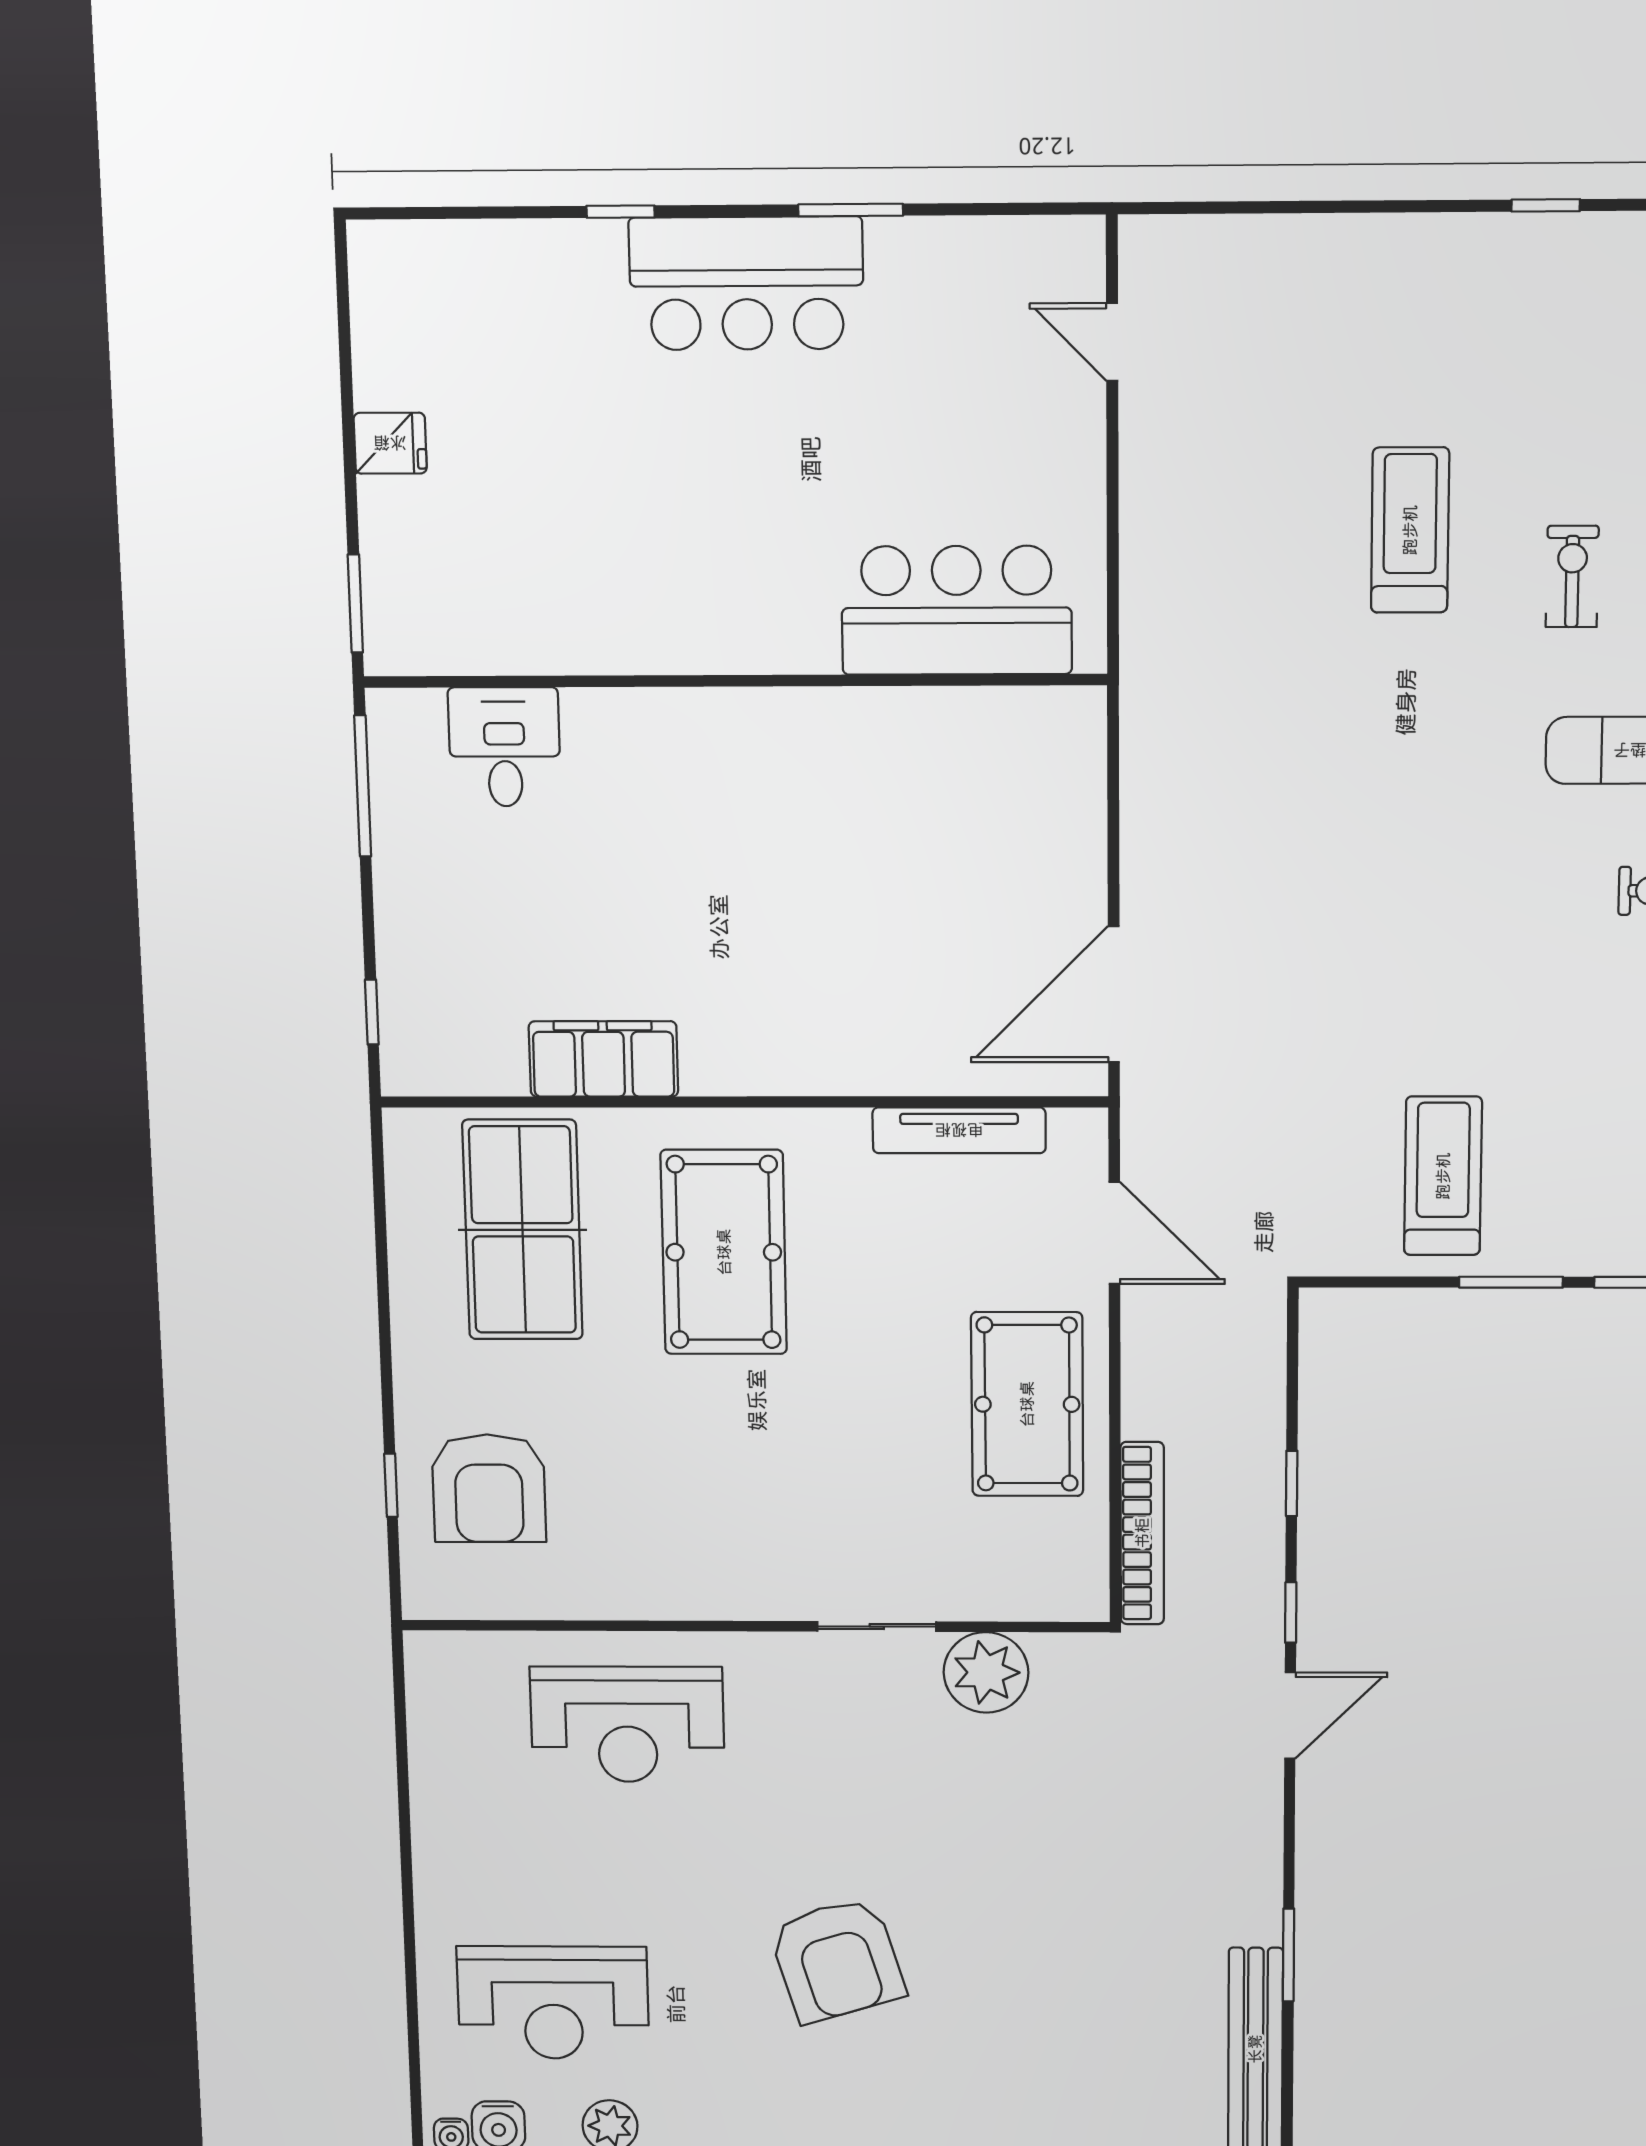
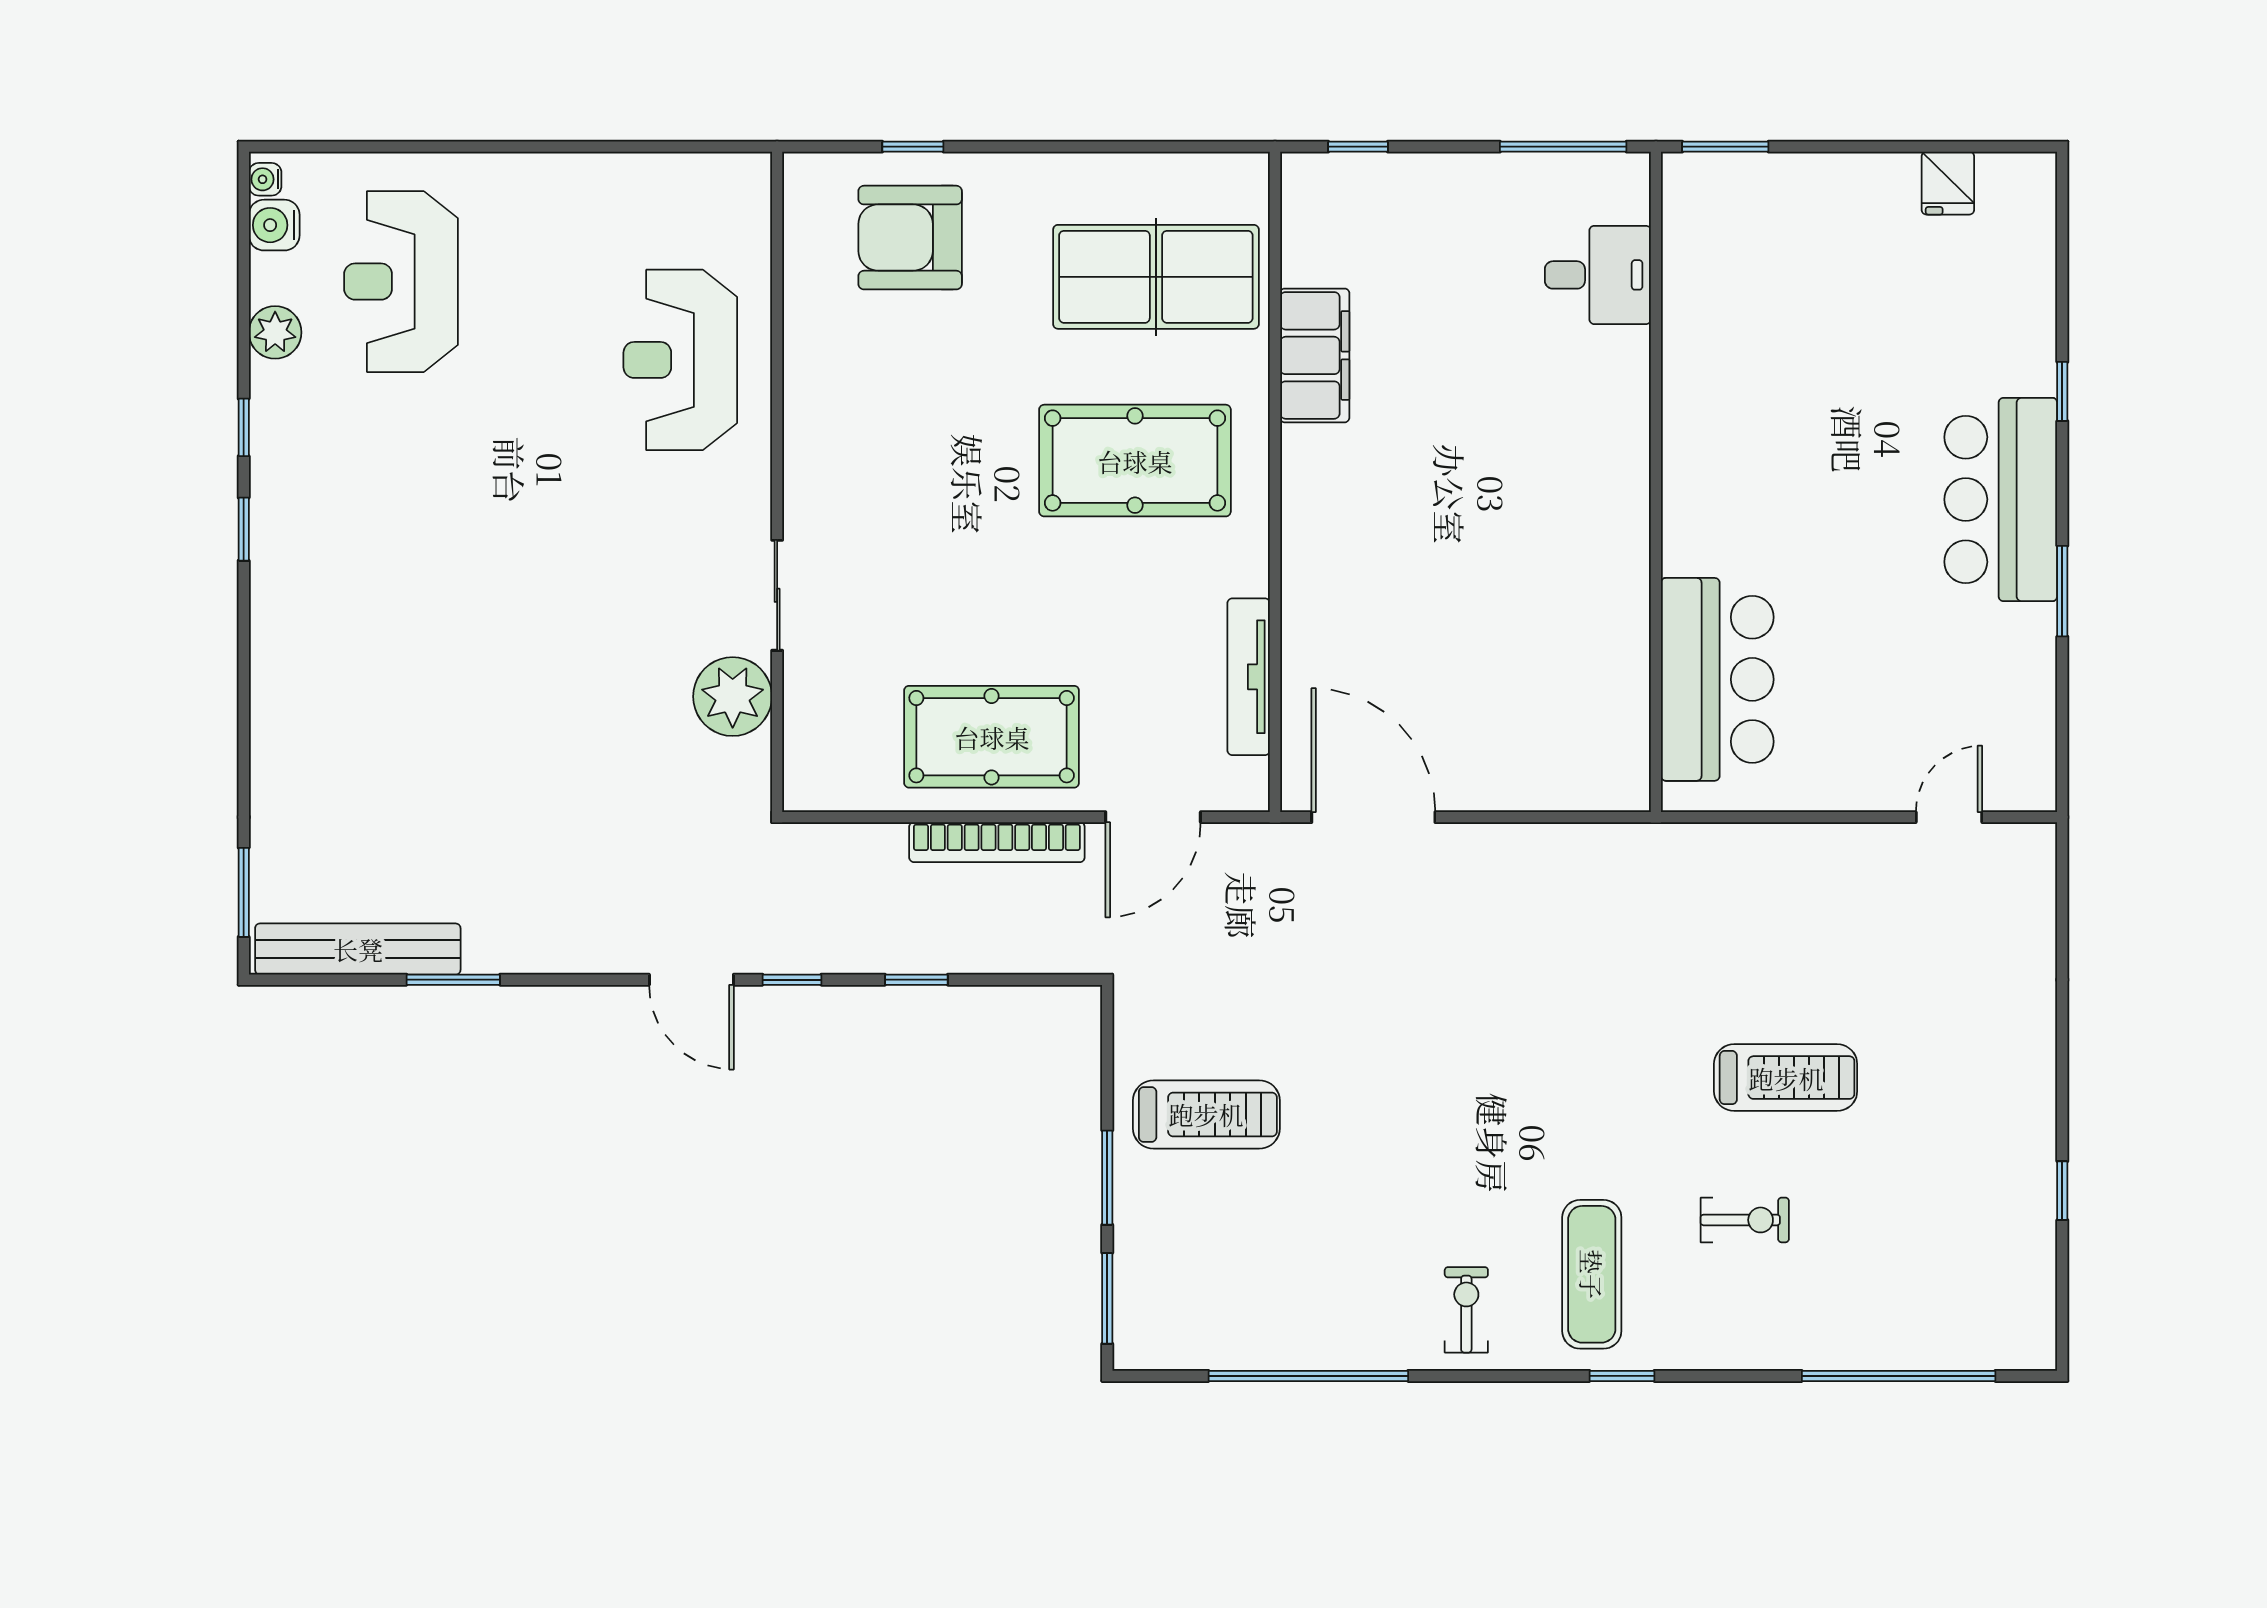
fridge: (390, 443) -> (1948, 183), moved
bookcase: (1142, 1533) -> (997, 842), moved
armchair: (837, 1960) -> (446, 553), removed

